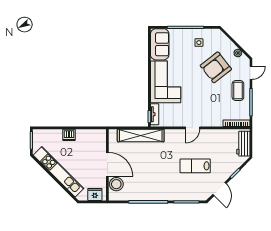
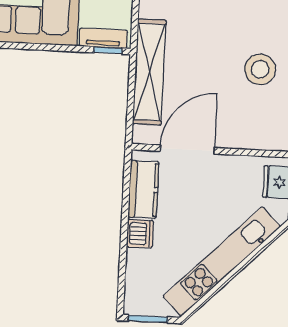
kitchen counter: (89, 135) -> (143, 189), added
door: (107, 164) -> (187, 149), moved
stool: (116, 184) -> (260, 69), moved

